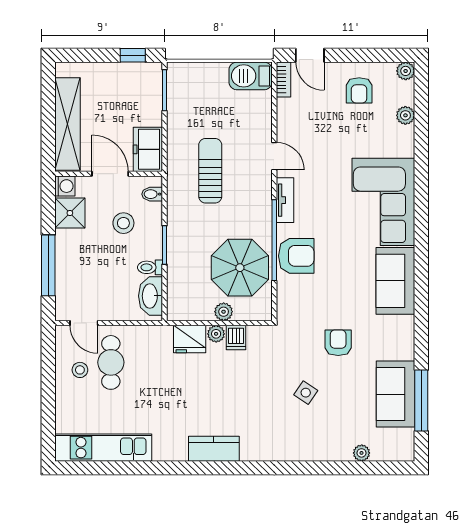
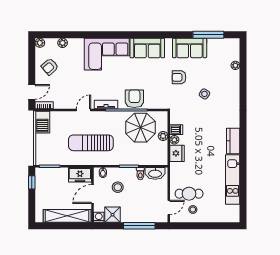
armchair: (359, 90) -> (50, 67), turned 139
sun lounger: (210, 171) -> (91, 143), width x1.36, depth x1.34
sofa: (395, 394) -> (190, 48), moved
kitchen unit: (103, 448) -> (233, 180), moved

